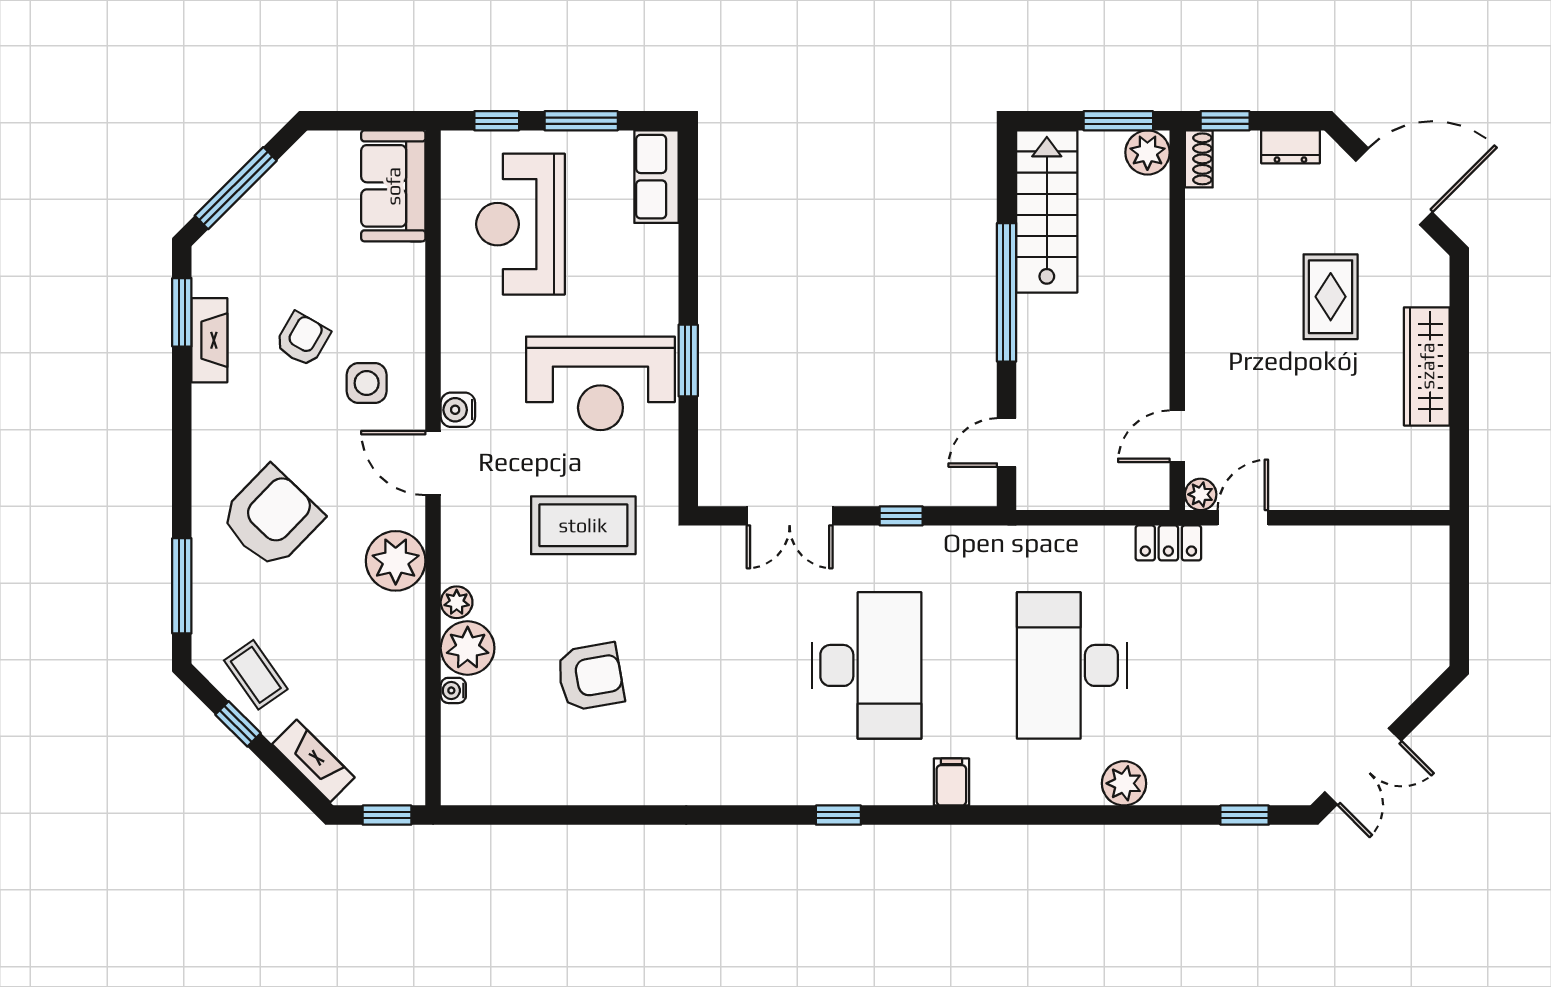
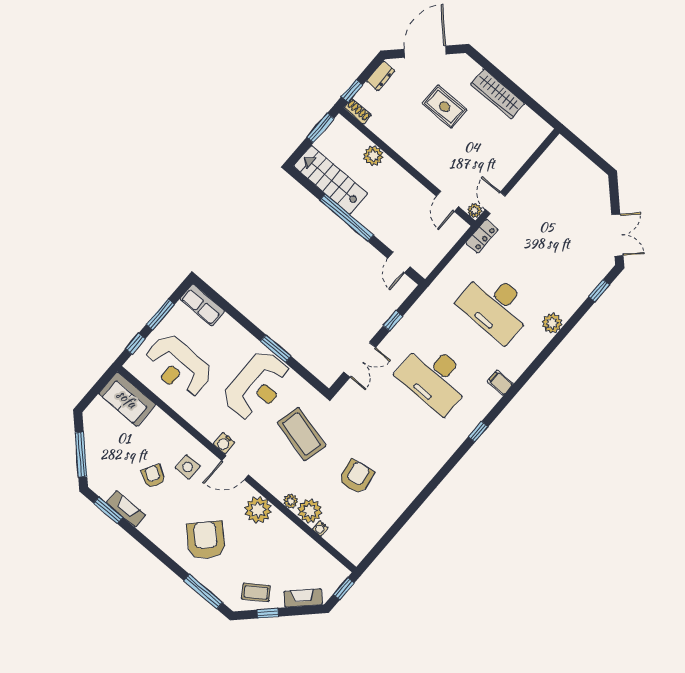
plant: (1147, 152) -> (373, 156), moved
coffee table: (583, 525) -> (302, 434), turned -76
desk: (866, 665) -> (435, 378), turned 180

